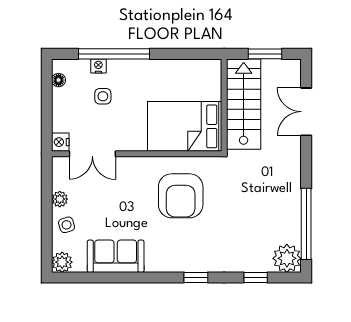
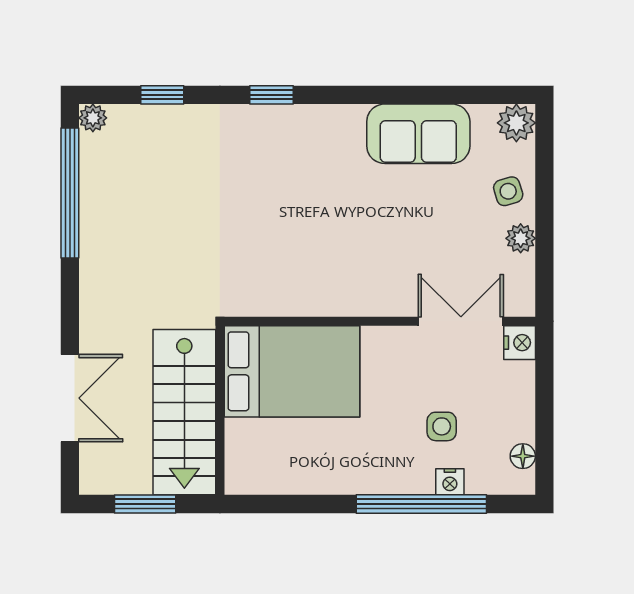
armchair: (181, 196) -> (299, 244), removed
plant: (287, 258) -> (93, 118), width x0.53, depth x0.53

